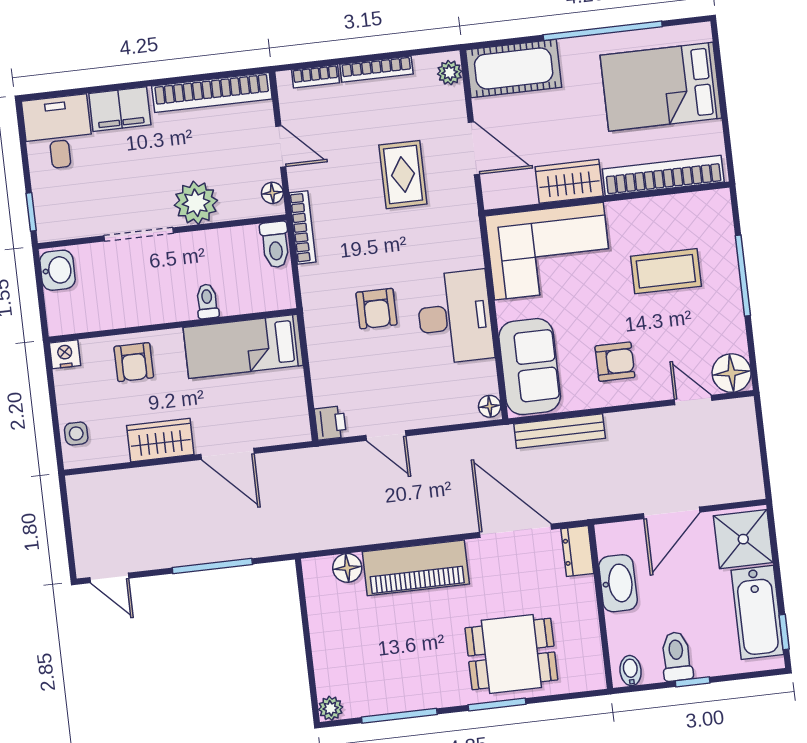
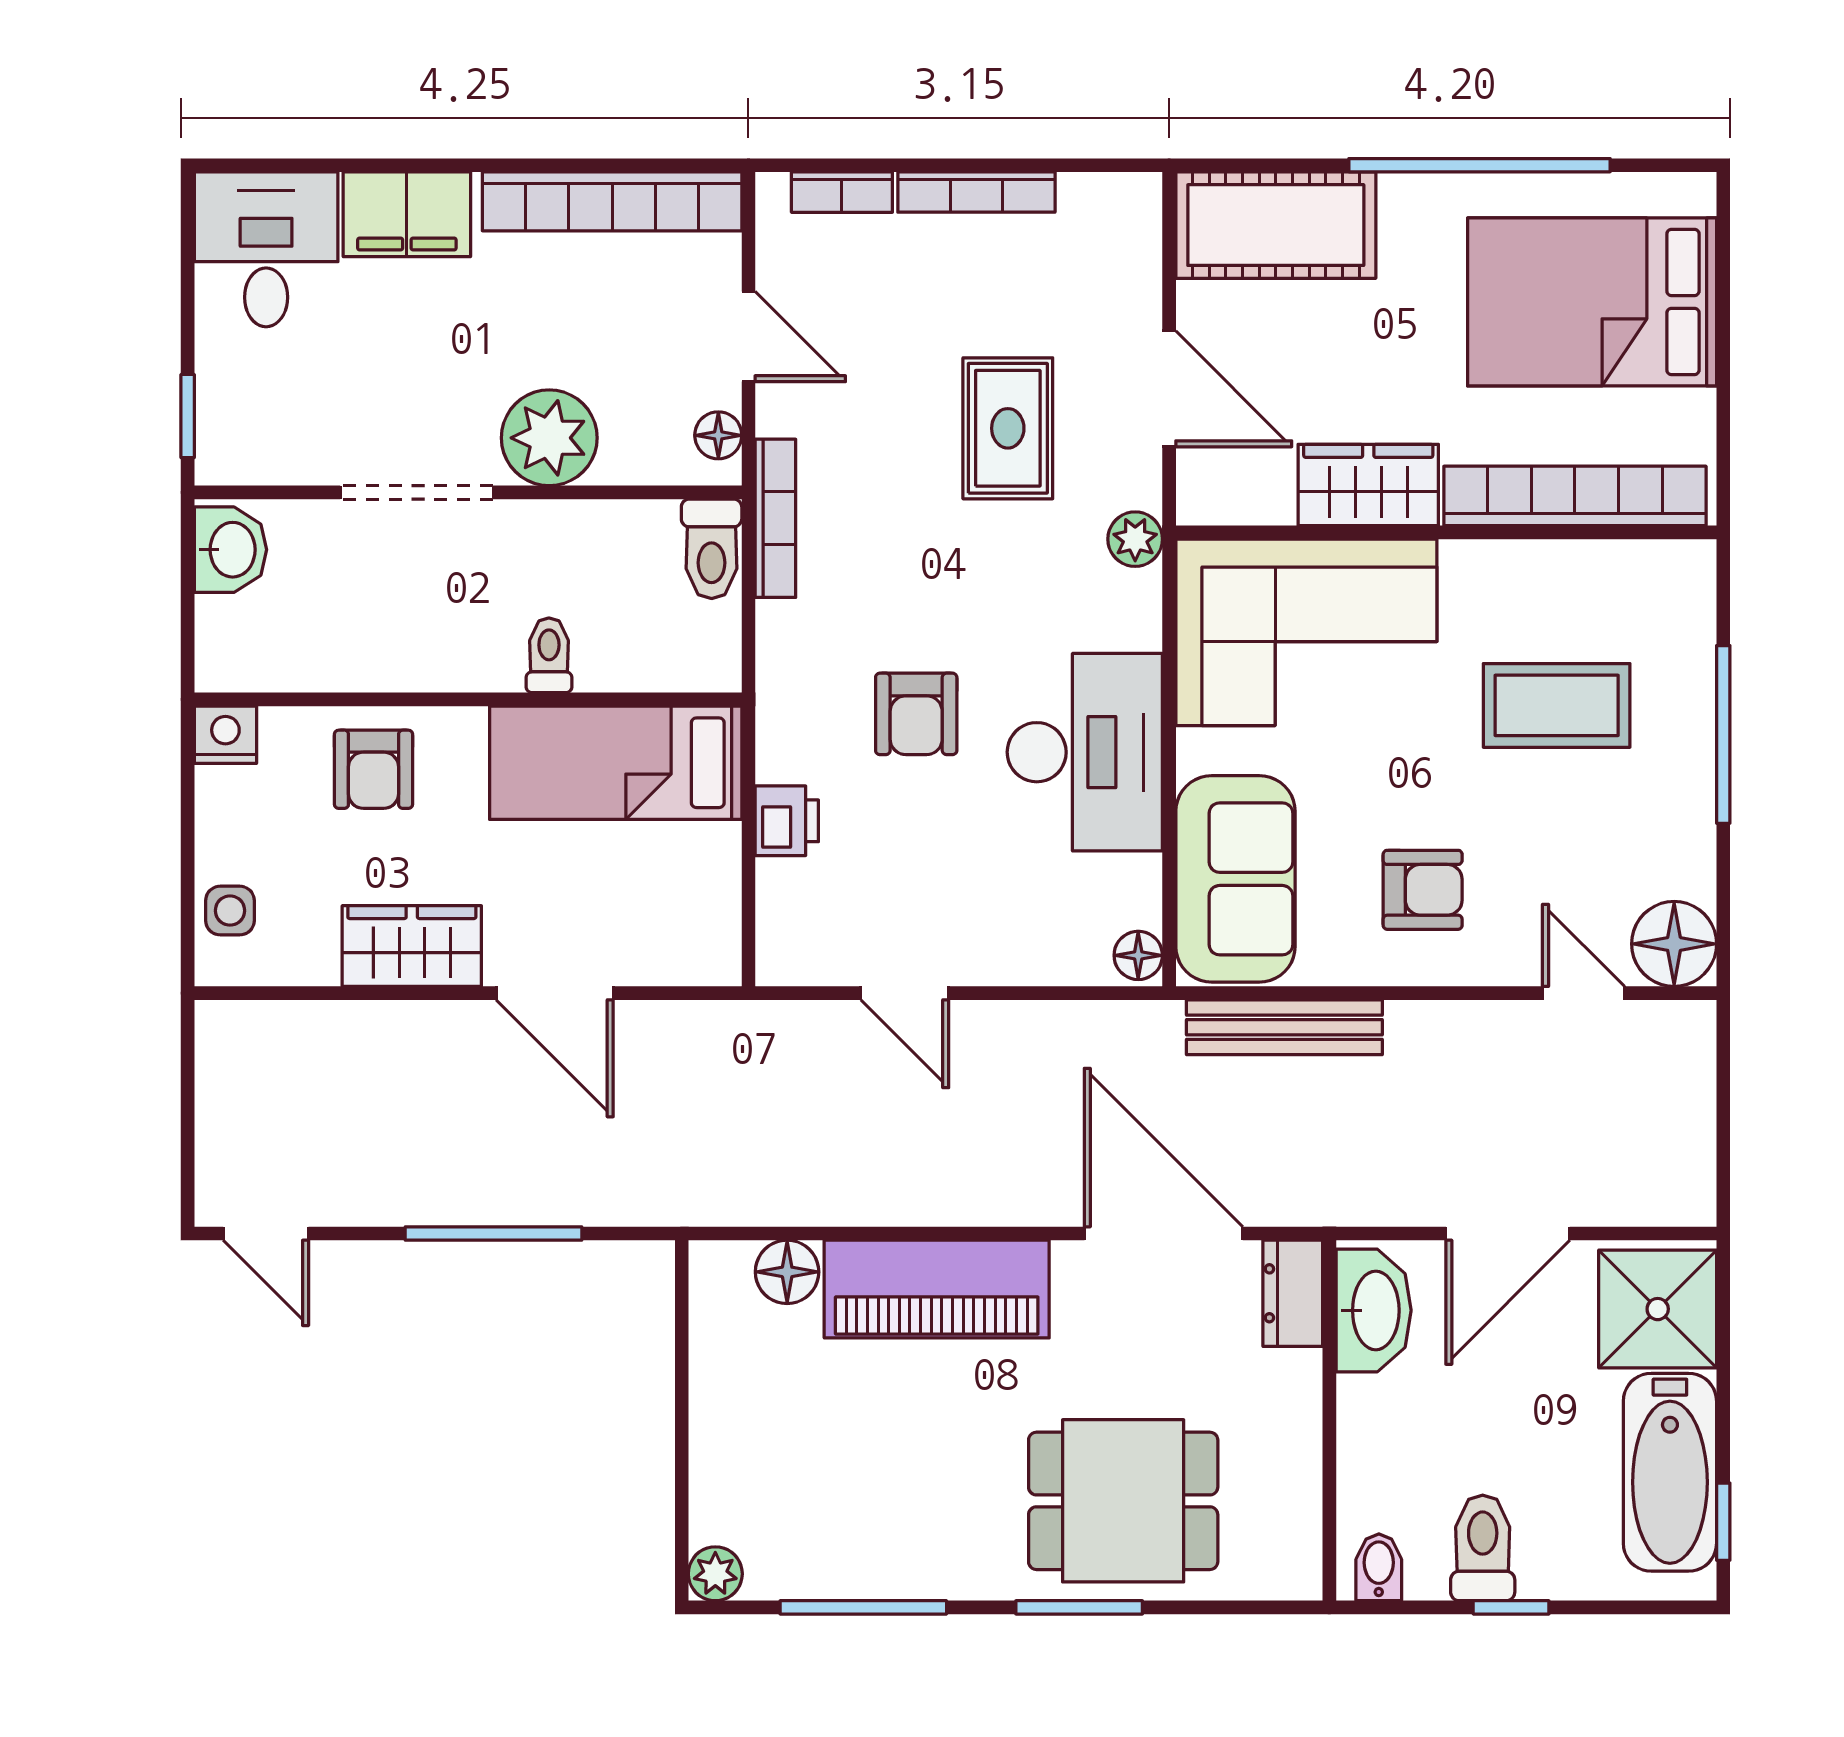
plant: (450, 73) -> (1135, 539), moved
printer: (330, 423) -> (787, 821), moved
washbasin: (618, 583) -> (1374, 1310), moved

